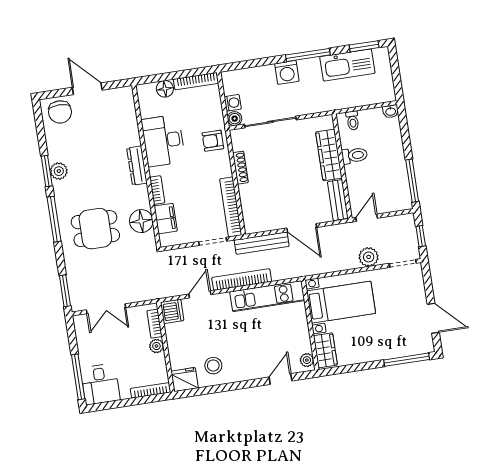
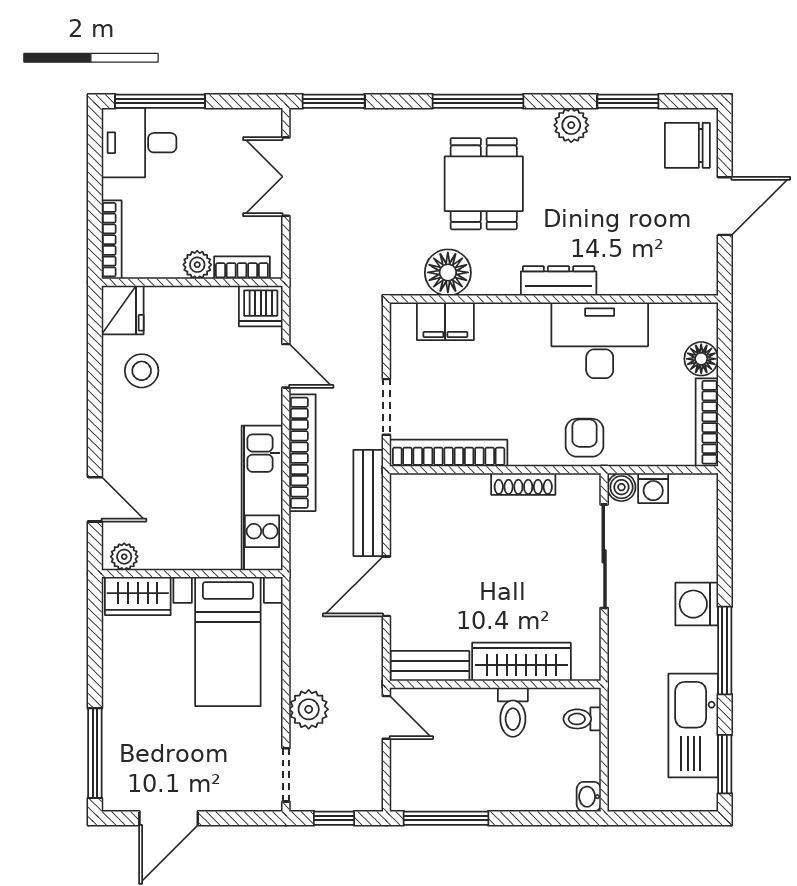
window: (47, 171) -> (628, 101), moved
bookcase: (157, 190) -> (504, 313), removed
dining table: (95, 229) -> (484, 184), moved

